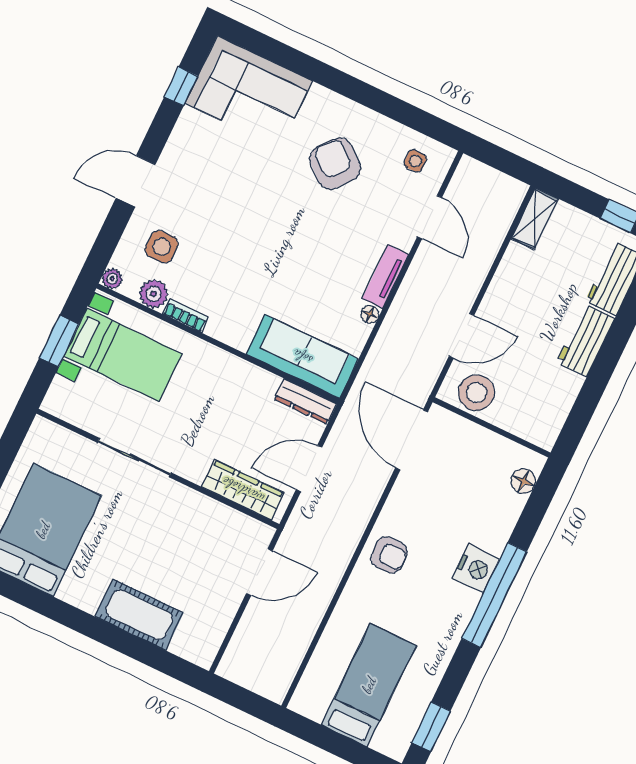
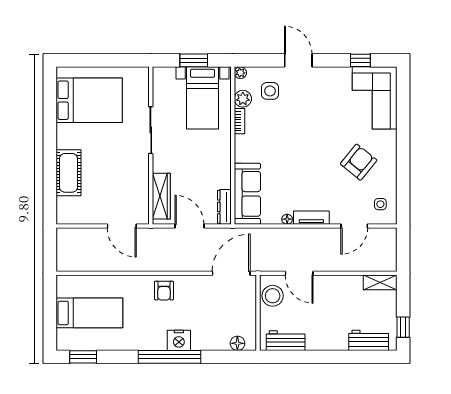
workbench: (586, 340) -> (286, 341), moved

